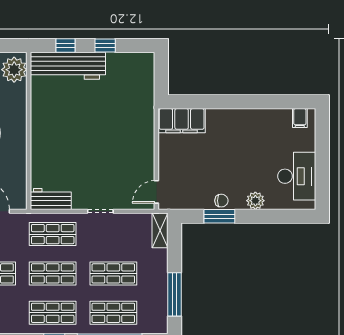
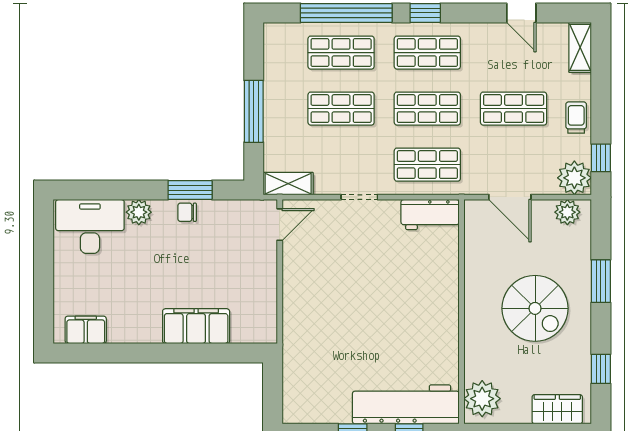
filing cabinet: (300, 118) -> (86, 330), width x2.00
filing cabinet: (182, 121) -> (196, 326), moved
desk: (297, 176) -> (90, 226), moved, turned 90
shelving: (160, 230) -> (288, 184), moved, turned 90
window: (175, 294) -> (254, 111), moved

